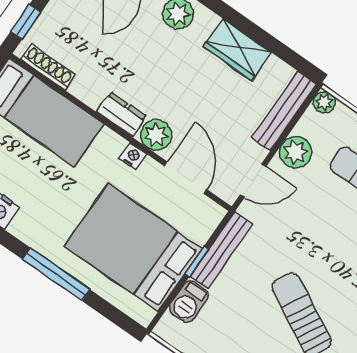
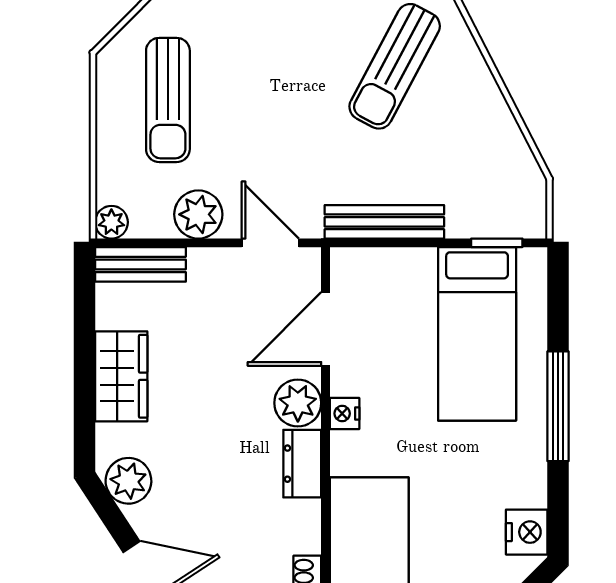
bench: (284, 111) -> (140, 264), width x0.73
bed: (133, 247) -> (477, 334), width x0.67
window: (197, 261) -> (497, 243), moved
barbecue: (189, 302) -> (477, 218), removed

